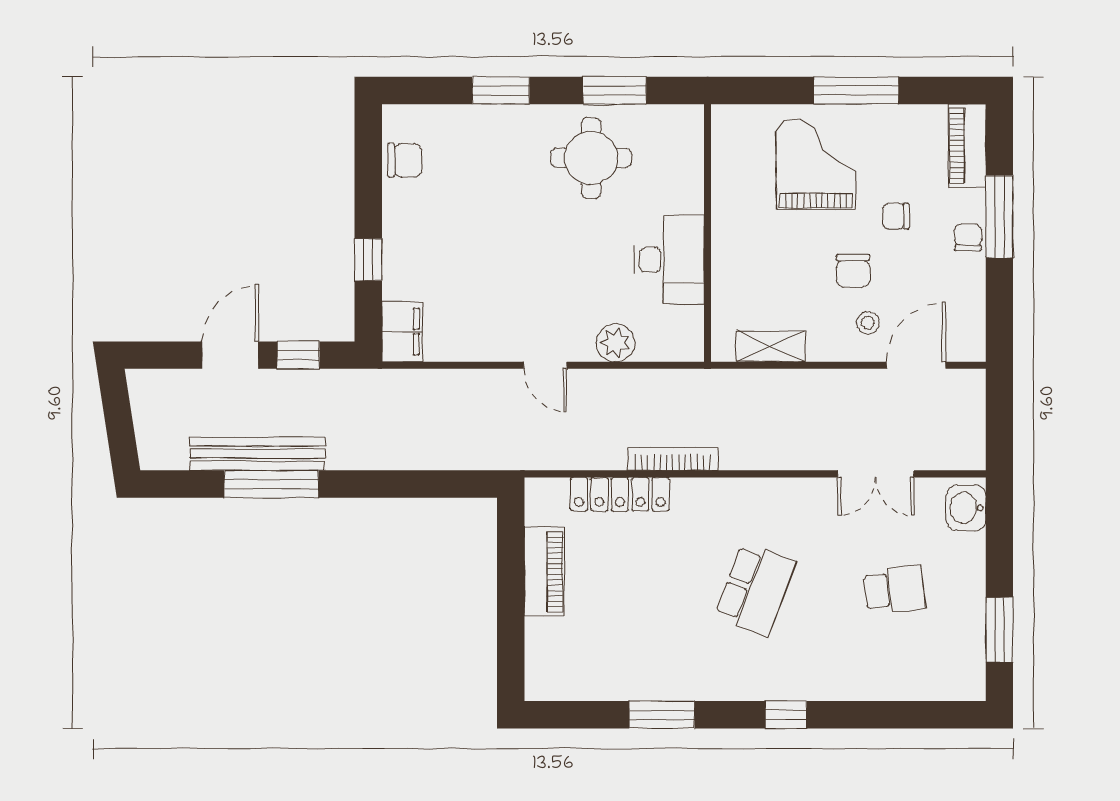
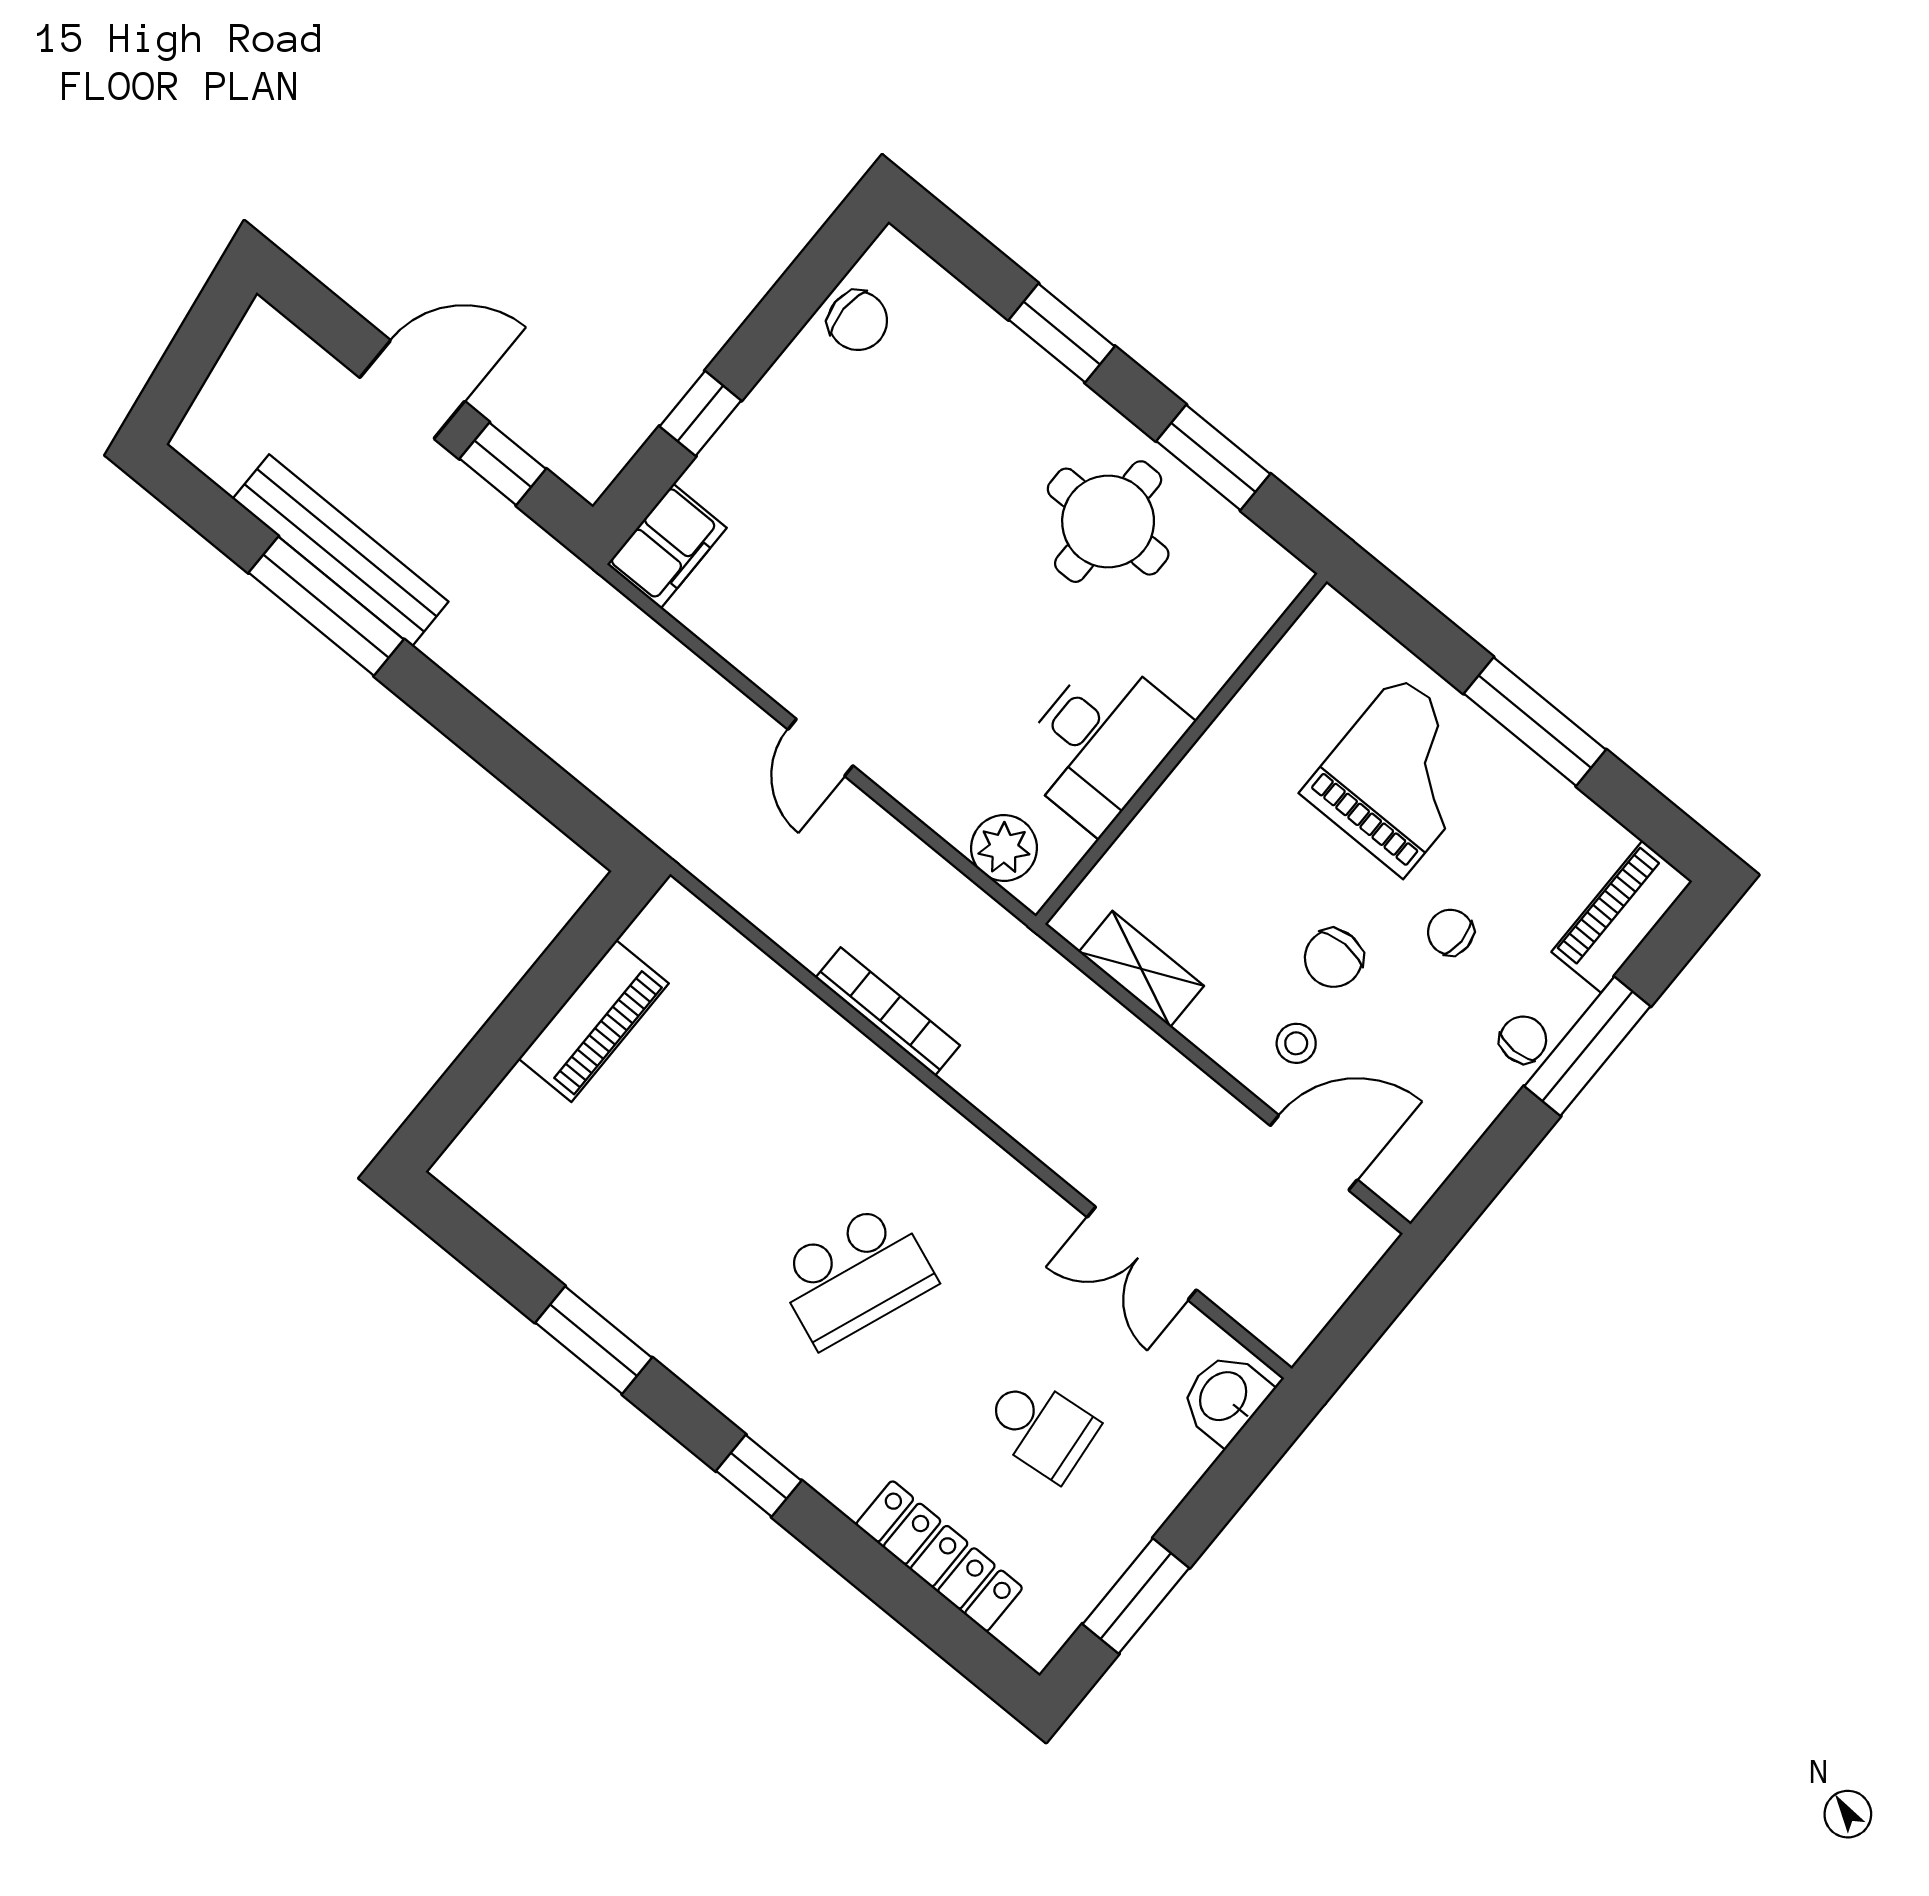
plant: (615, 343) -> (1004, 848), moved
locker: (620, 494) -> (939, 1556), moved, turned 180

